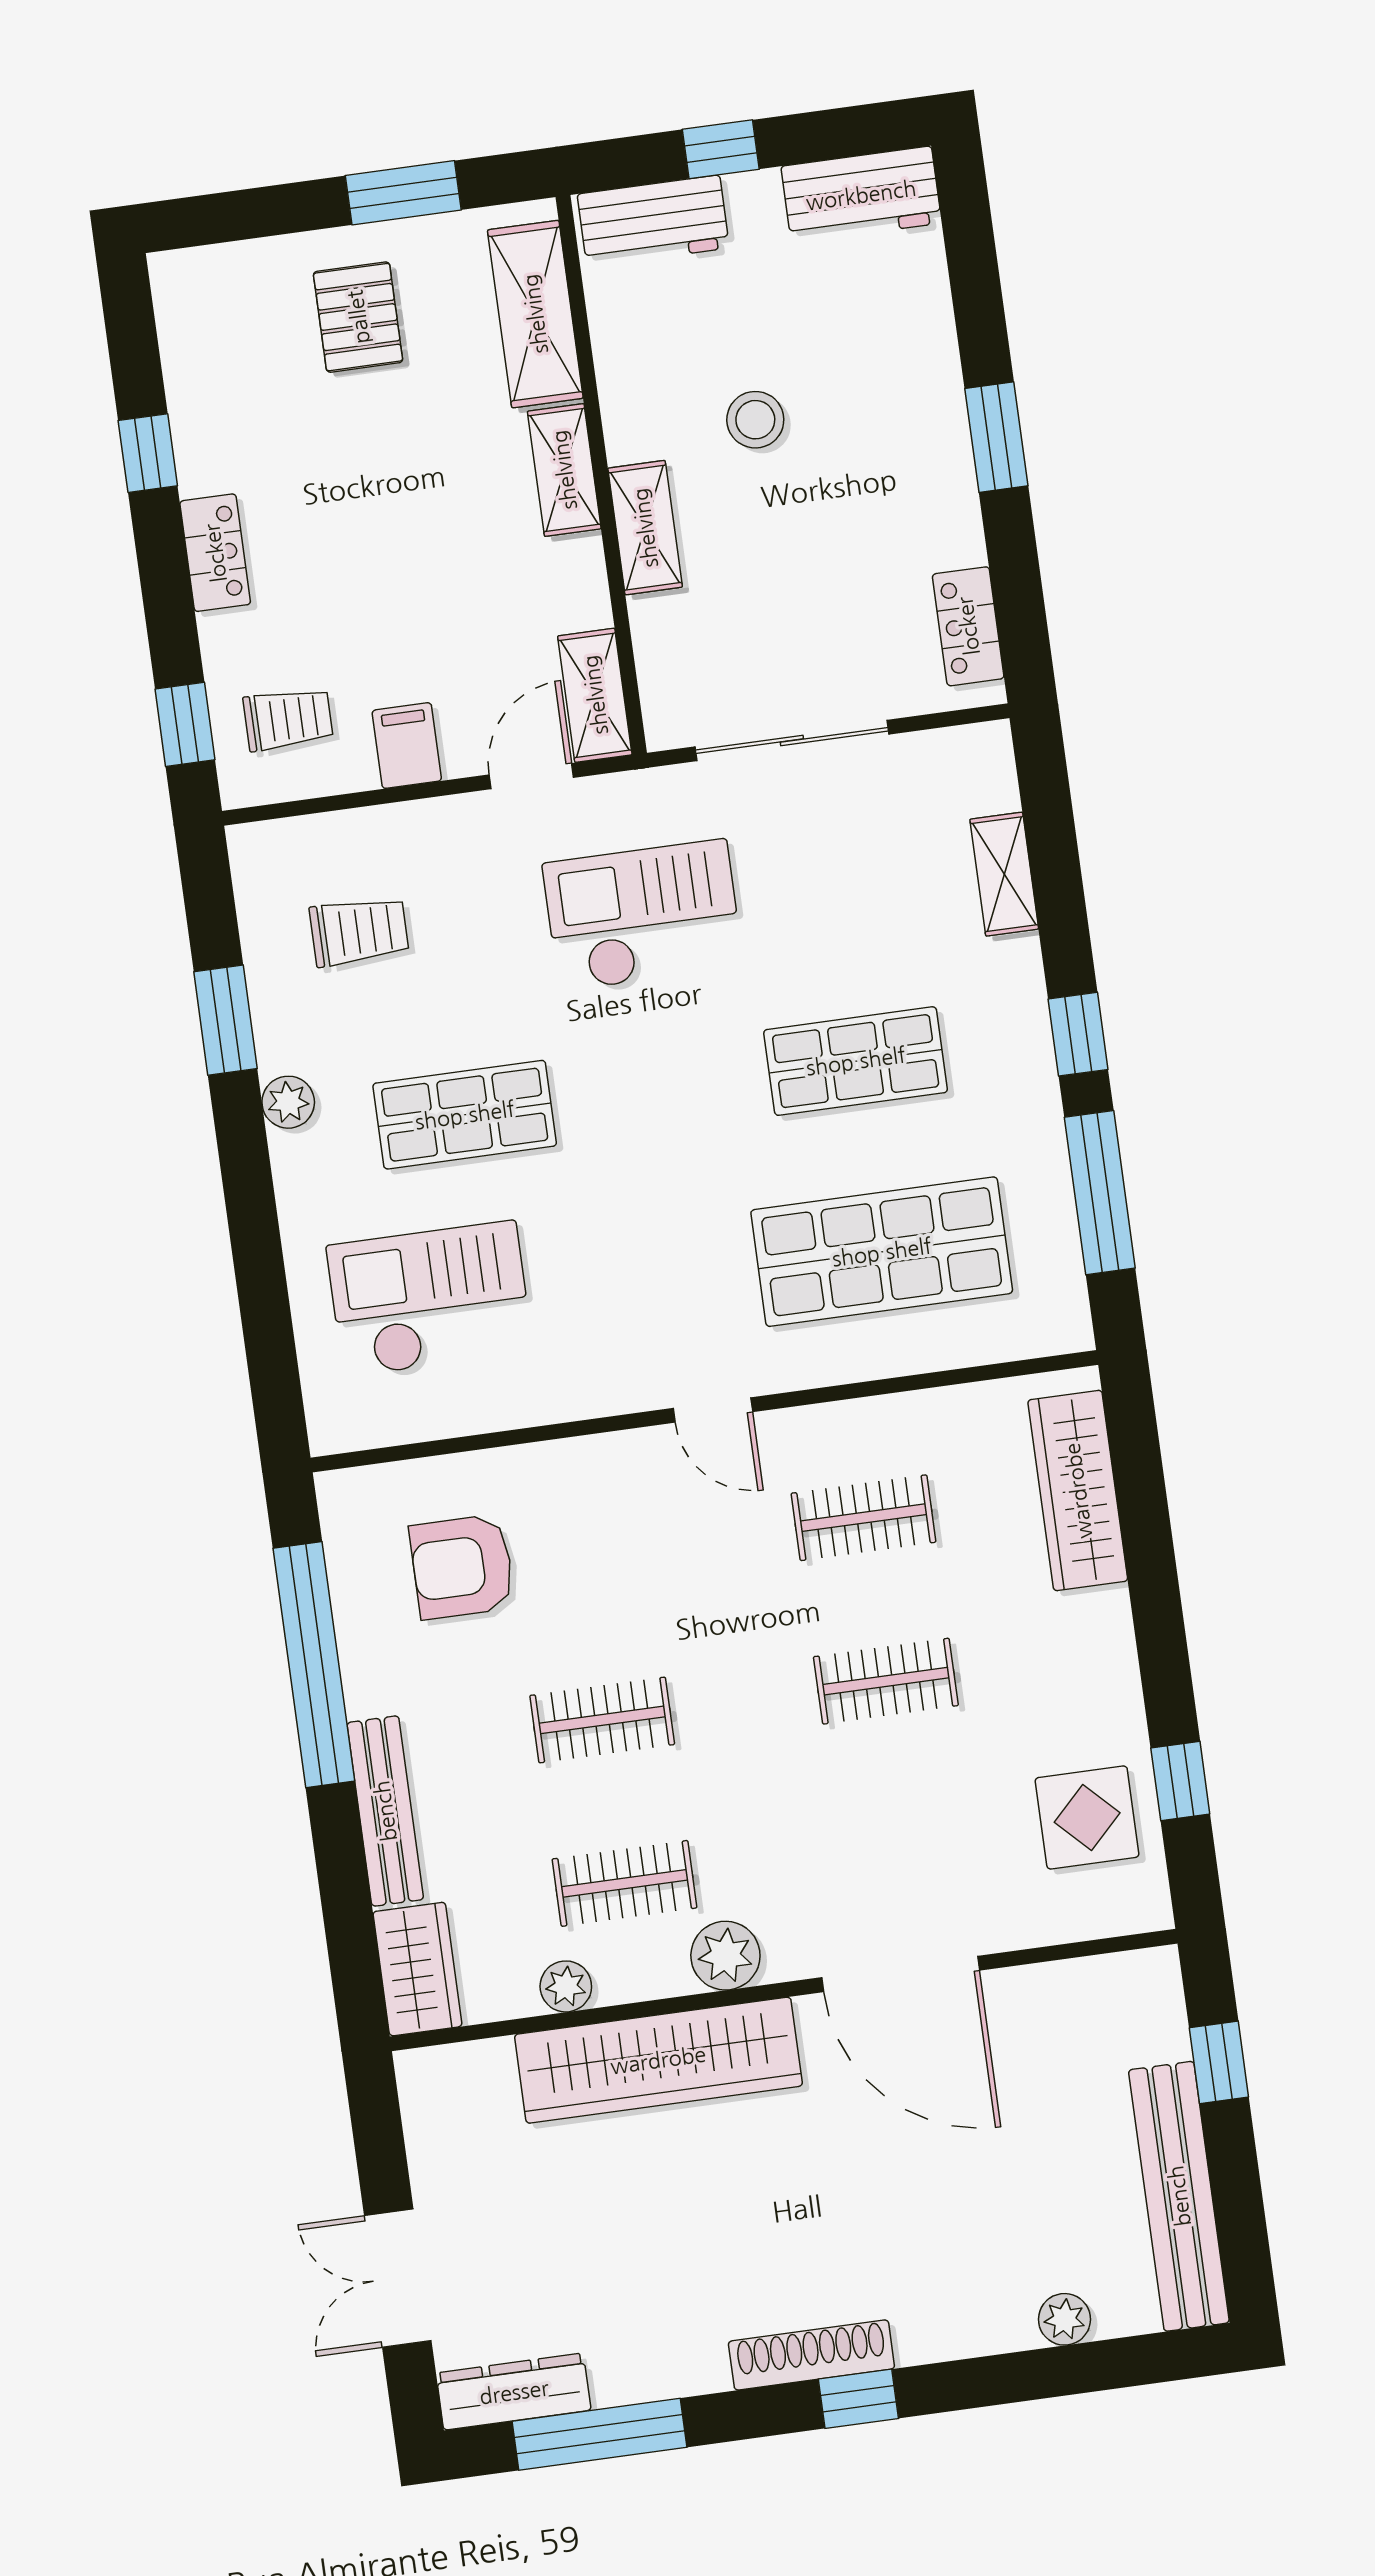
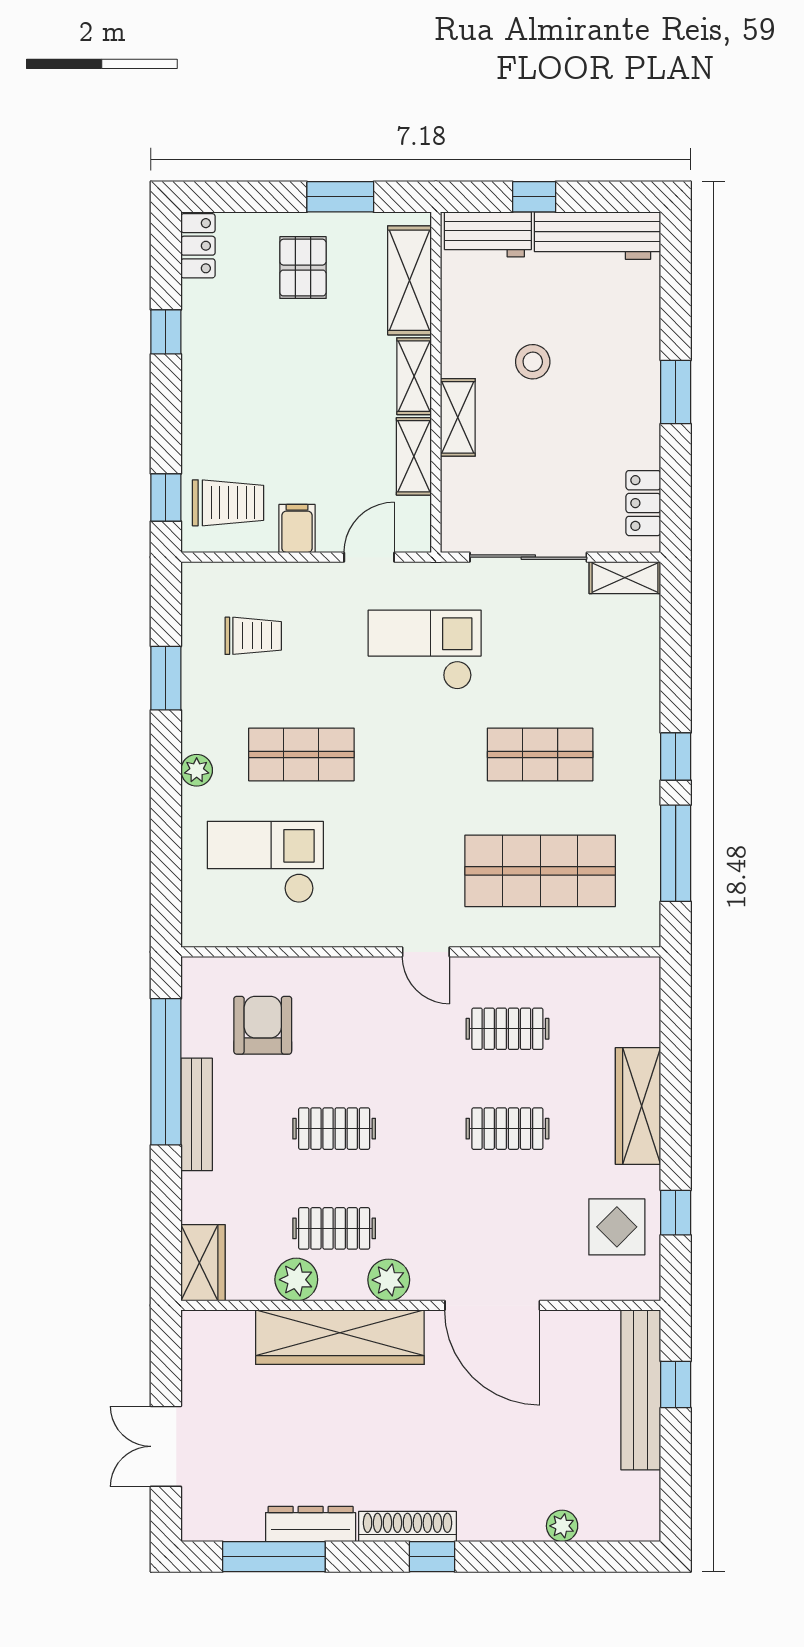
workbench: (861, 195) -> (598, 236), width x1.38
locker: (215, 553) -> (198, 246), moved
shelving: (595, 695) -> (414, 456), moved
trolley: (288, 719) -> (228, 503), width x1.36, depth x1.39
shelving: (1004, 874) -> (625, 578), moved, turned 90
plant: (288, 1102) -> (197, 770), moved
wardrobe: (1078, 1491) -> (638, 1106), moved
armchair: (462, 1567) -> (263, 1025), turned 90
bench: (385, 1811) -> (197, 1114), moved
plant: (566, 1986) -> (296, 1280), width x1.38, depth x1.38
bench: (1179, 2196) -> (641, 1390), moved
dresser: (514, 2392) -> (311, 1524), moved

